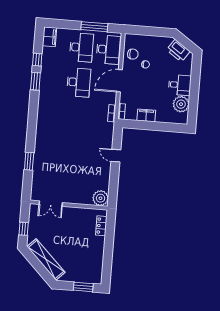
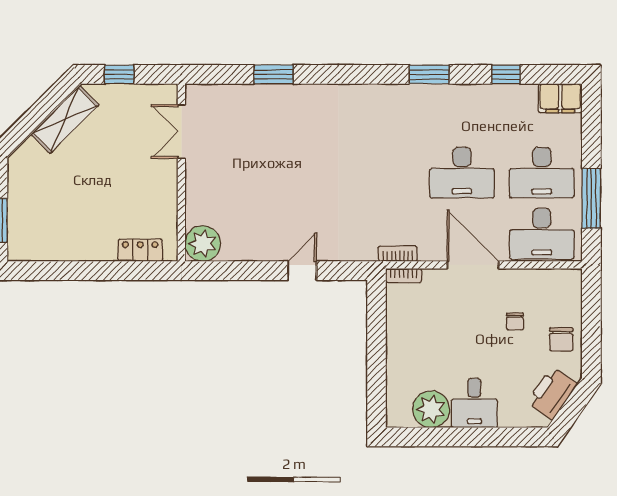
chair: (133, 54) -> (561, 339), moved
window: (35, 81) -> (429, 74), moved
filing cabinet: (146, 115) -> (399, 332), removed
shelving: (46, 259) -> (65, 119), width x0.68

